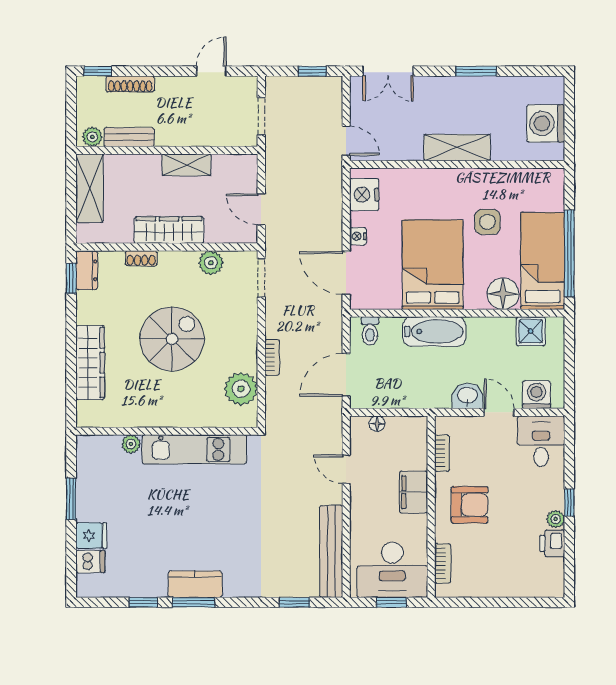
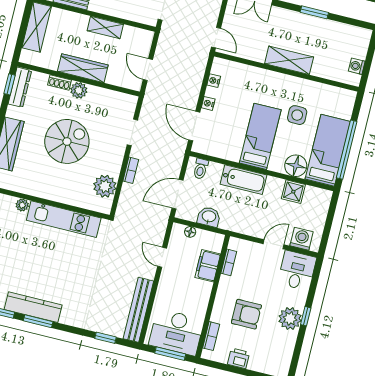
washing machine: (546, 123) -> (357, 66), width x0.53, depth x0.53
nightstand: (364, 195) -> (214, 81), width x0.53, depth x0.56
plant: (211, 263) -> (79, 90), moved
bed: (433, 265) -> (260, 136), width x0.67
dresser: (87, 270) -> (20, 87), width x1.44
doorway: (261, 278) -> (132, 132), moved
shower: (531, 331) -> (293, 192), moved
washbasin: (467, 396) -> (209, 217), moved
door: (499, 412) -> (274, 244), hinge flipped
filing cabinet: (414, 492) -> (208, 266), moved
armchair: (470, 505) -> (246, 314), moved
plant: (556, 519) -> (290, 319), width x1.87, depth x1.87
printer: (552, 543) -> (239, 358), moved, turned 90
kitchen counter: (195, 584) -> (33, 307), width x1.50
window: (391, 602) -> (170, 354), width x1.50

